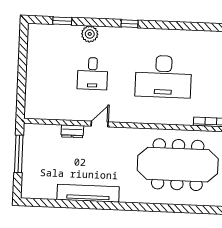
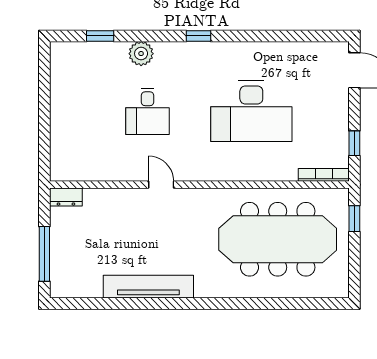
door: (100, 124) -> (161, 185), hinge flipped
dresser: (72, 131) -> (66, 197), moved
window: (19, 154) -> (44, 254), moved

